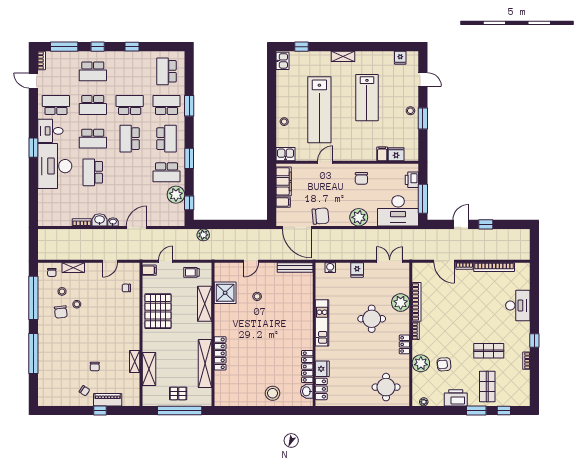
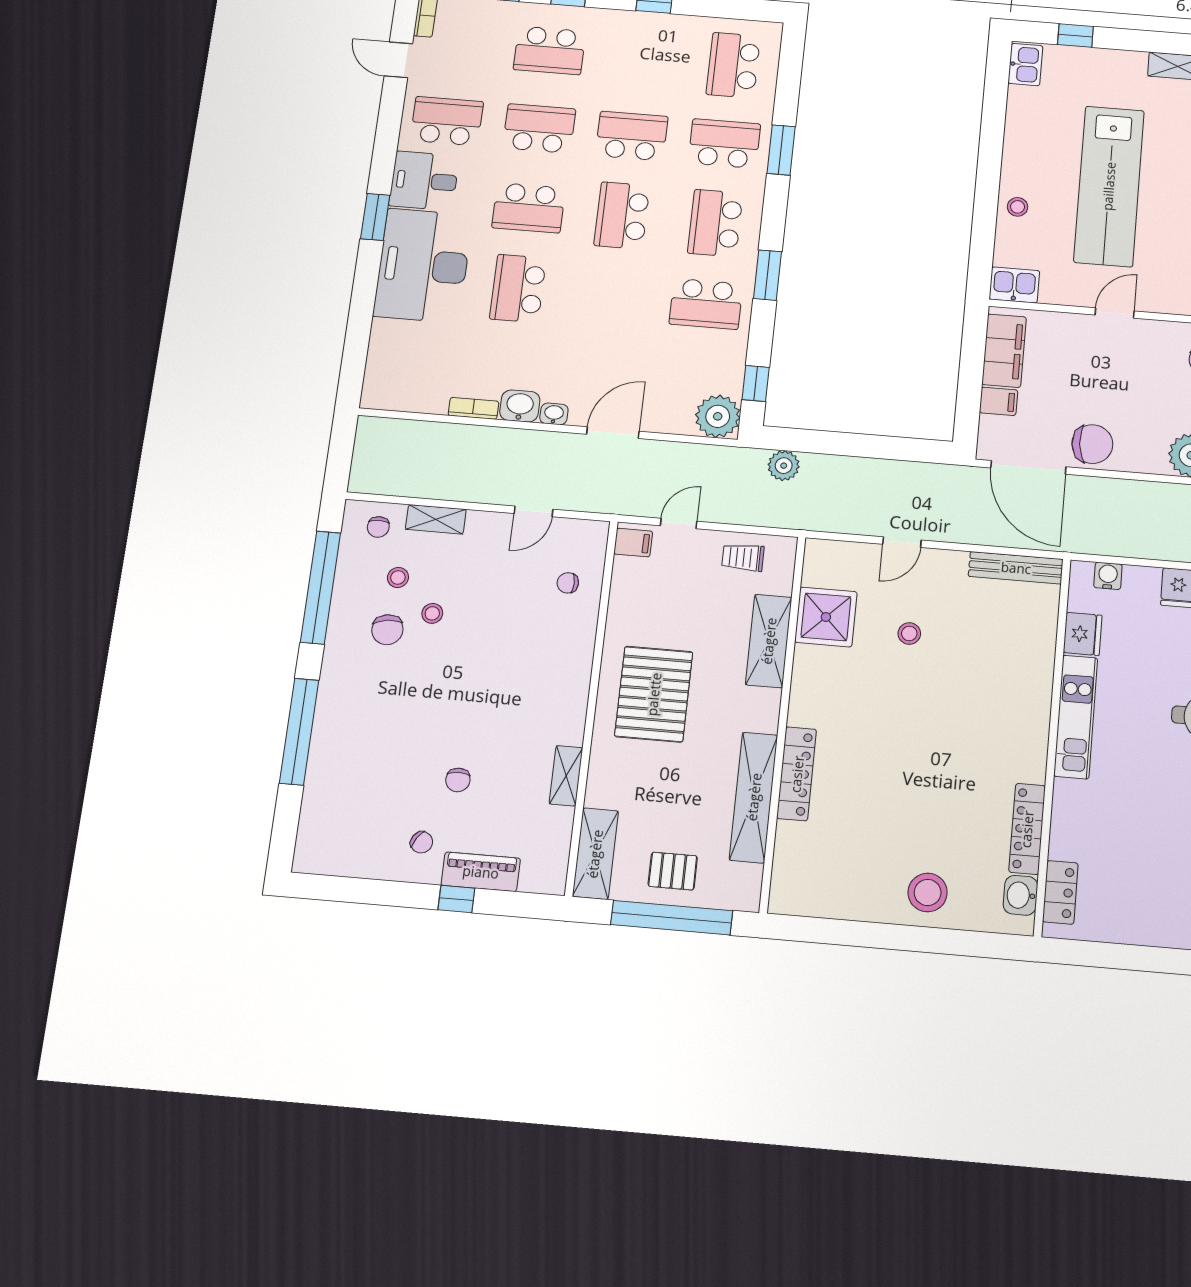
school desk: (93, 105) -> (539, 129), turned 180
school desk: (166, 139) -> (715, 223), turned 180
plant: (176, 195) -> (718, 416), moved
pallet: (158, 311) -> (654, 694), moved
shelving: (149, 369) -> (595, 854), moved
fridge: (322, 369) -> (1083, 634), moved

